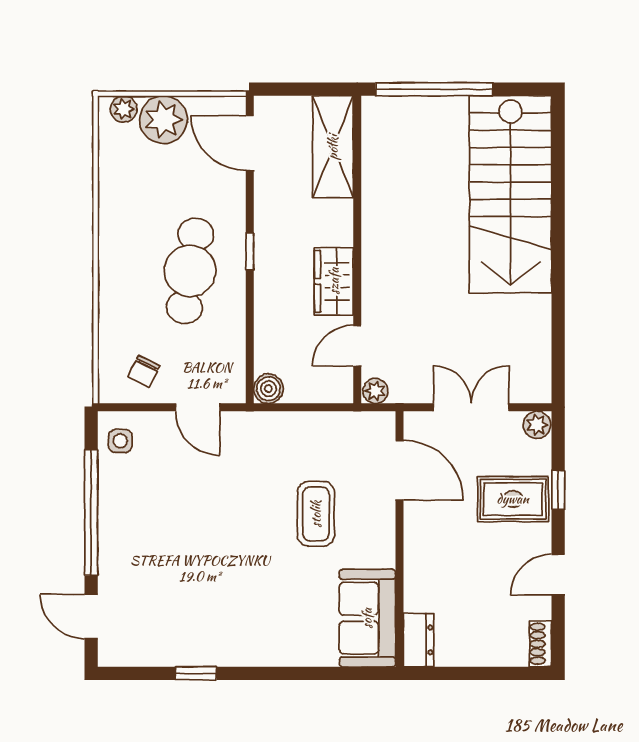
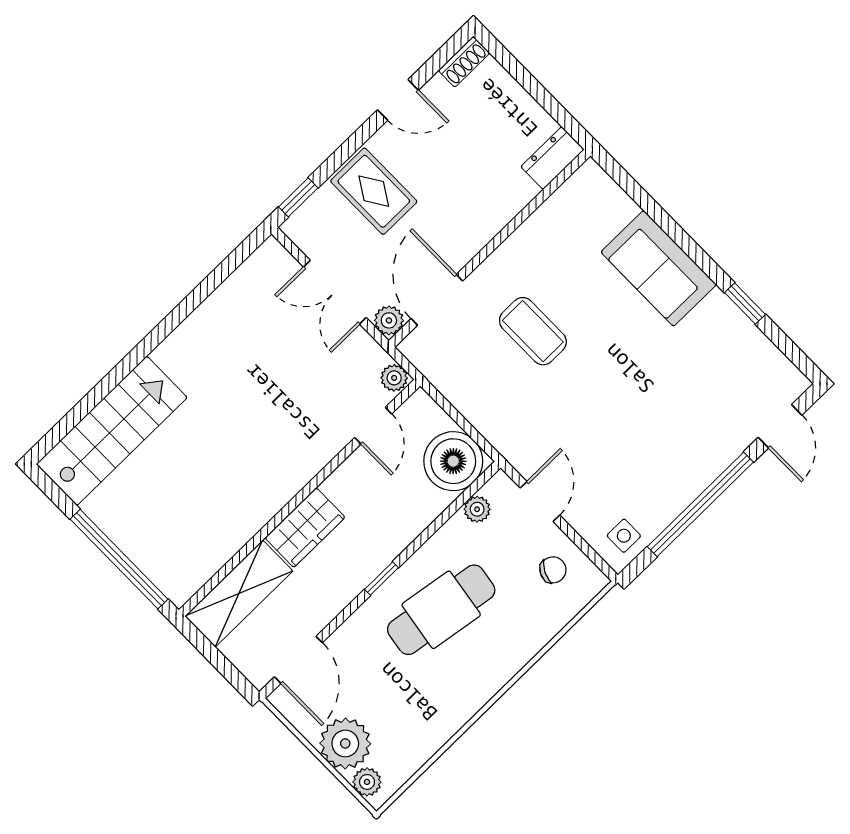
stairs: (511, 194) -> (112, 431), width x0.73, depth x0.66
wardrobe: (334, 281) -> (305, 528), moved
door: (357, 346) -> (373, 426), hinge flipped
plant: (234, 360) -> (477, 509), added
boiler: (268, 389) -> (453, 461), width x1.86, depth x1.86
plant: (537, 425) -> (389, 320), moved
window: (558, 490) -> (298, 197), moved
coffee table: (316, 514) -> (533, 331), turned 90
sofa: (367, 618) -> (659, 268), moved, turned 90

